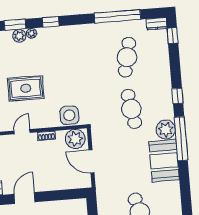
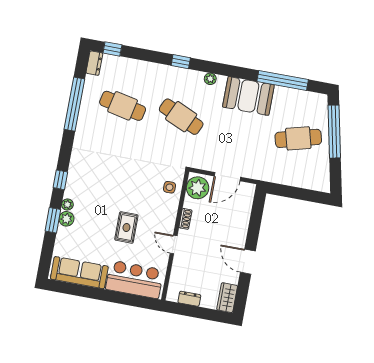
rug: (26, 88) -> (126, 227), width x0.73, depth x0.70
cafe table: (131, 109) -> (181, 117), turned 33
side table: (69, 115) -> (169, 187), width x0.54, depth x0.54
plant: (166, 130) -> (210, 79), width x0.53, depth x0.53
window: (181, 139) -> (283, 80), moved

